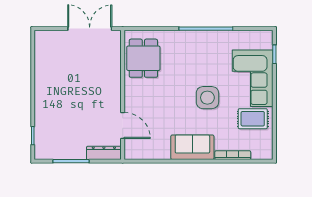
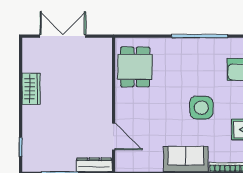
double door: (90, 29) -> (63, 36), moved
wardrobe: (43, 79) -> (31, 89), added

